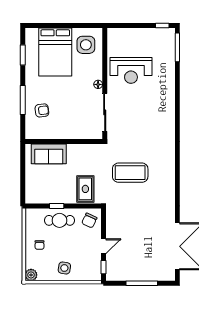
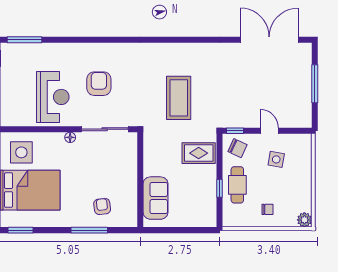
window: (23, 55) -> (21, 230), moved
armchair: (142, 108) -> (99, 84), added
window: (104, 267) -> (235, 131), moved
side table: (64, 268) -> (276, 159), moved

